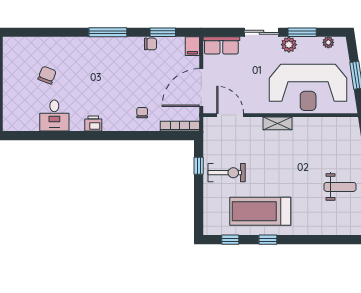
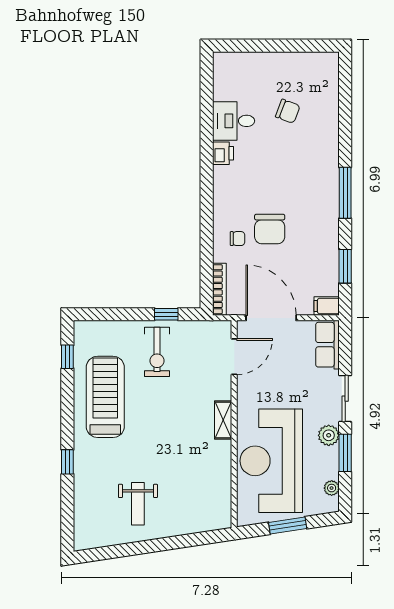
chair: (150, 44) -> (270, 229), moved, width x1.87, depth x1.87
printer: (93, 123) -> (223, 153), moved
window: (268, 240) -> (67, 462), moved

